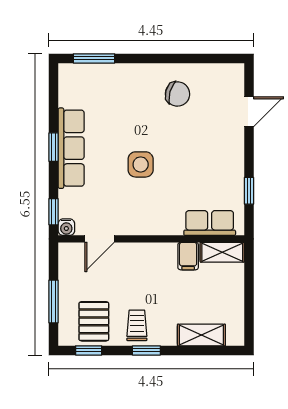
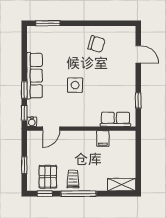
door: (249, 112) -> (138, 54), hinge flipped
window: (53, 147) -> (24, 90), moved
shelving: (222, 252) -> (123, 136), removed
window: (53, 301) -> (24, 165), width x0.67
shelving: (201, 335) -> (122, 185), moved
window: (146, 350) -> (78, 194), width x2.17

